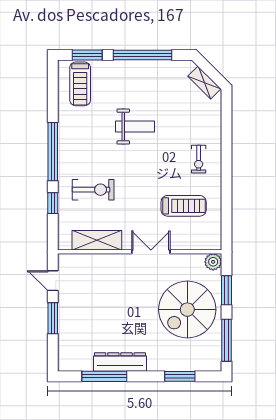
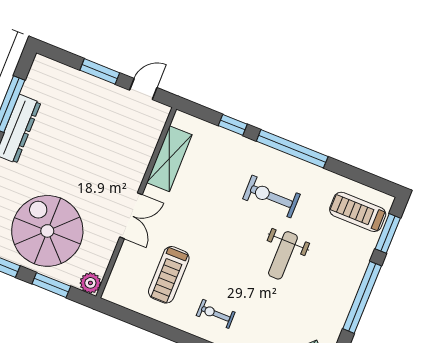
exercise bike: (93, 190) -> (271, 197), moved, turned 90

